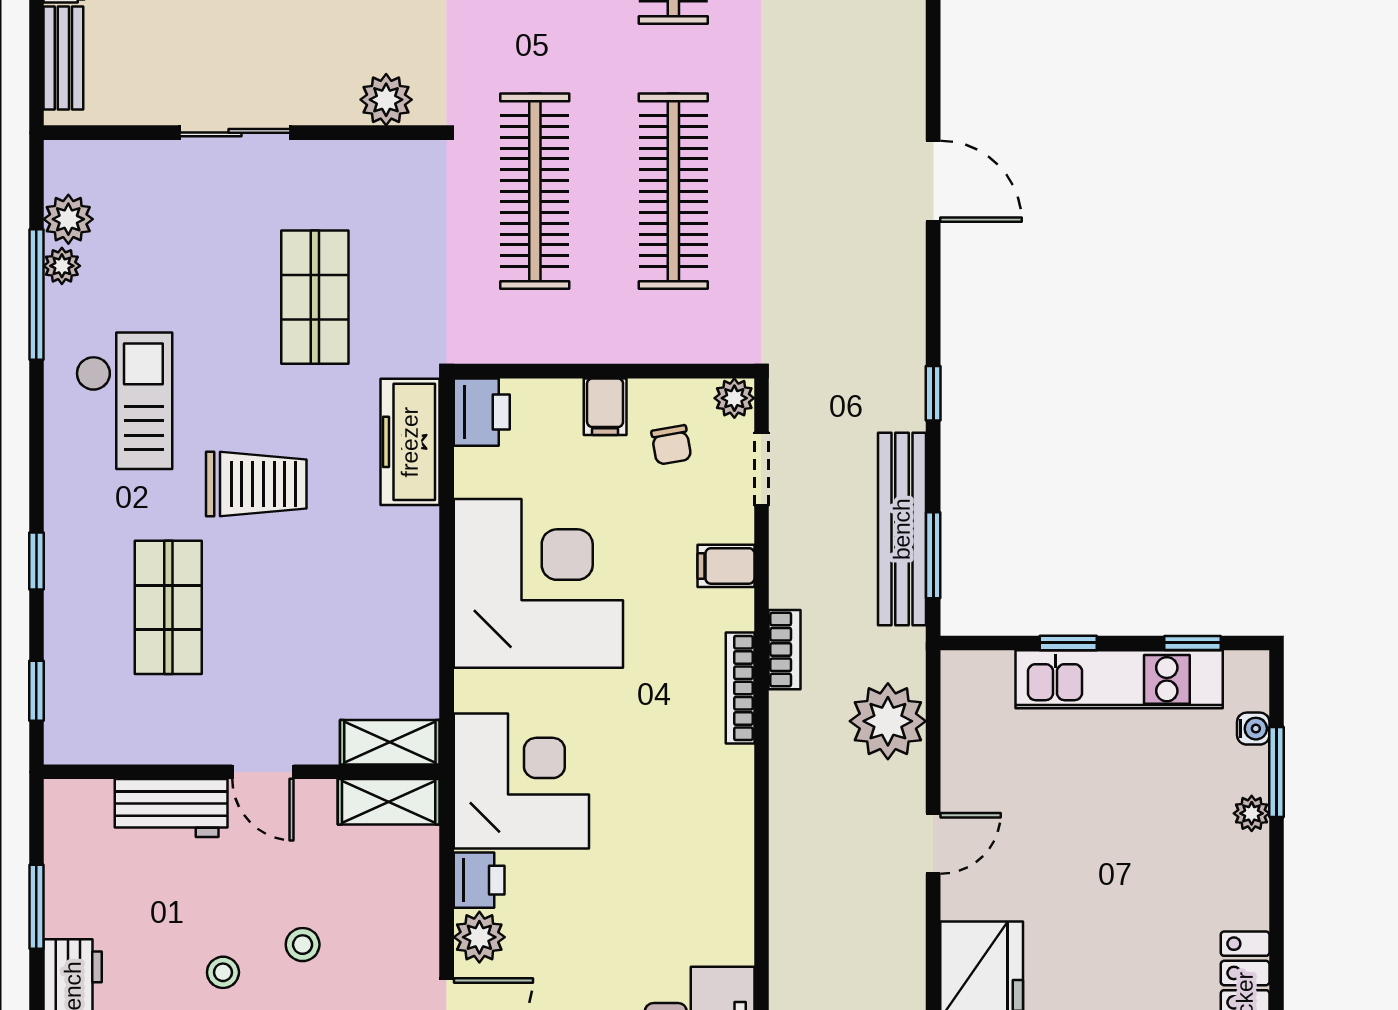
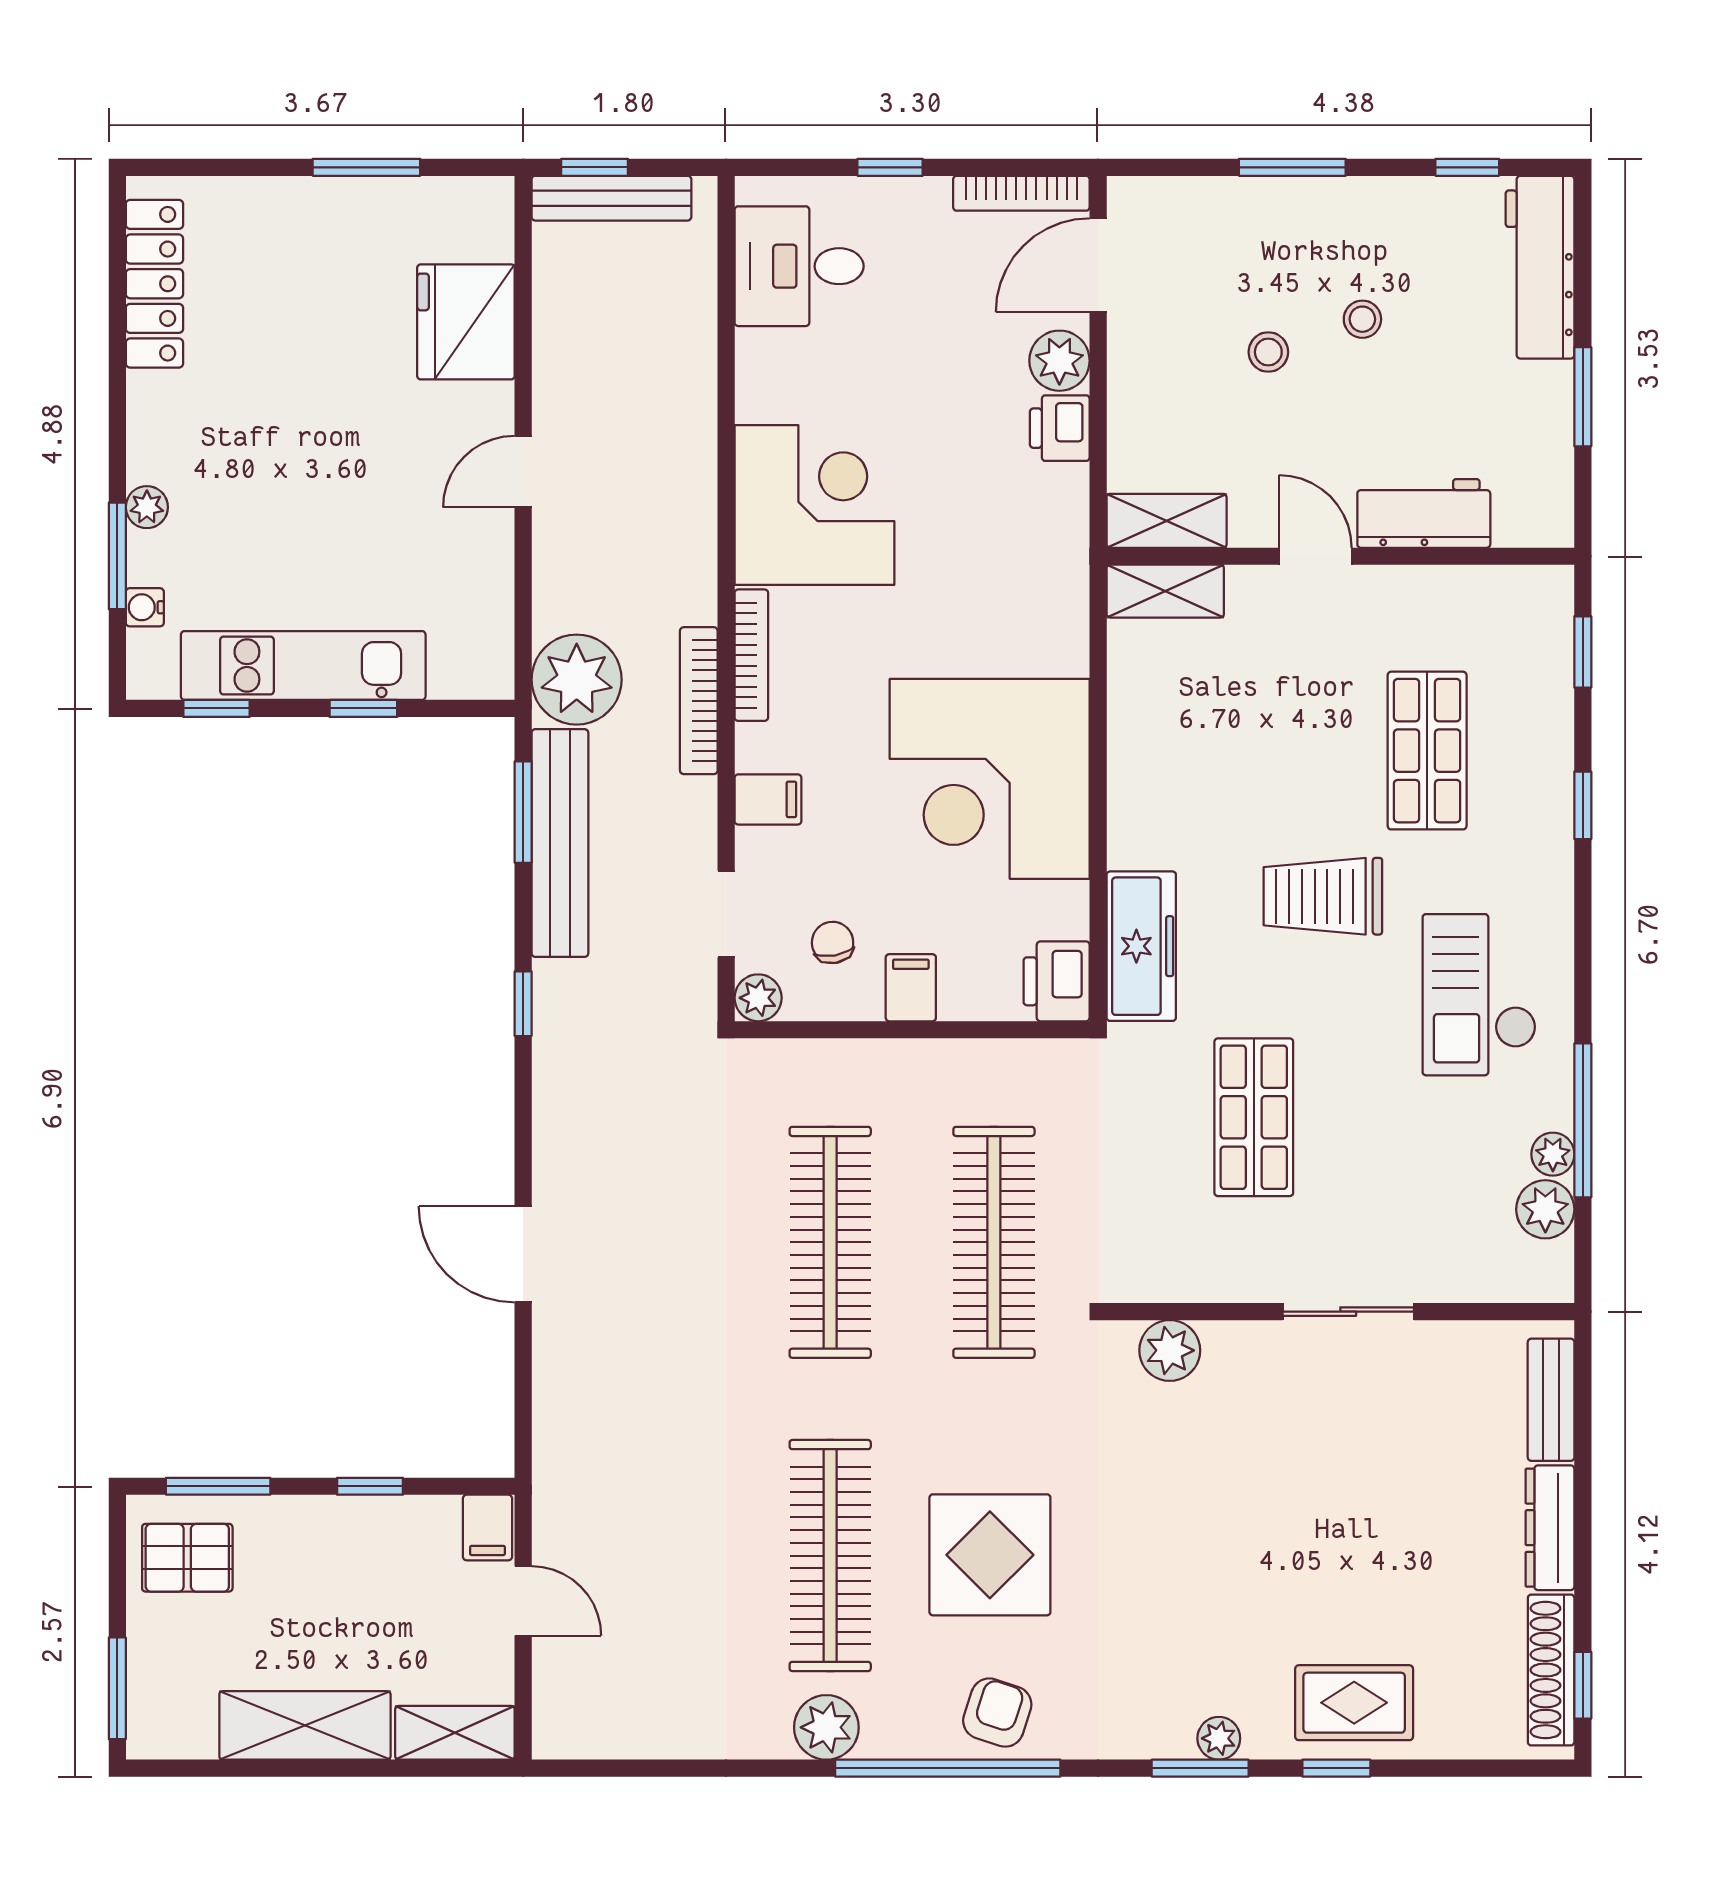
bookcase: (784, 650) -> (699, 701), width x1.56
plant: (888, 721) -> (577, 680), moved
corner desk: (521, 781) -> (814, 505), moved, turned 180

